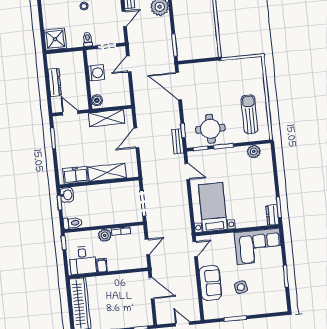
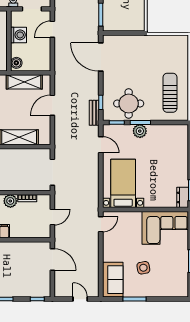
plant: (254, 151) -> (140, 131), moved
sofa: (210, 283) -> (113, 280), moved

